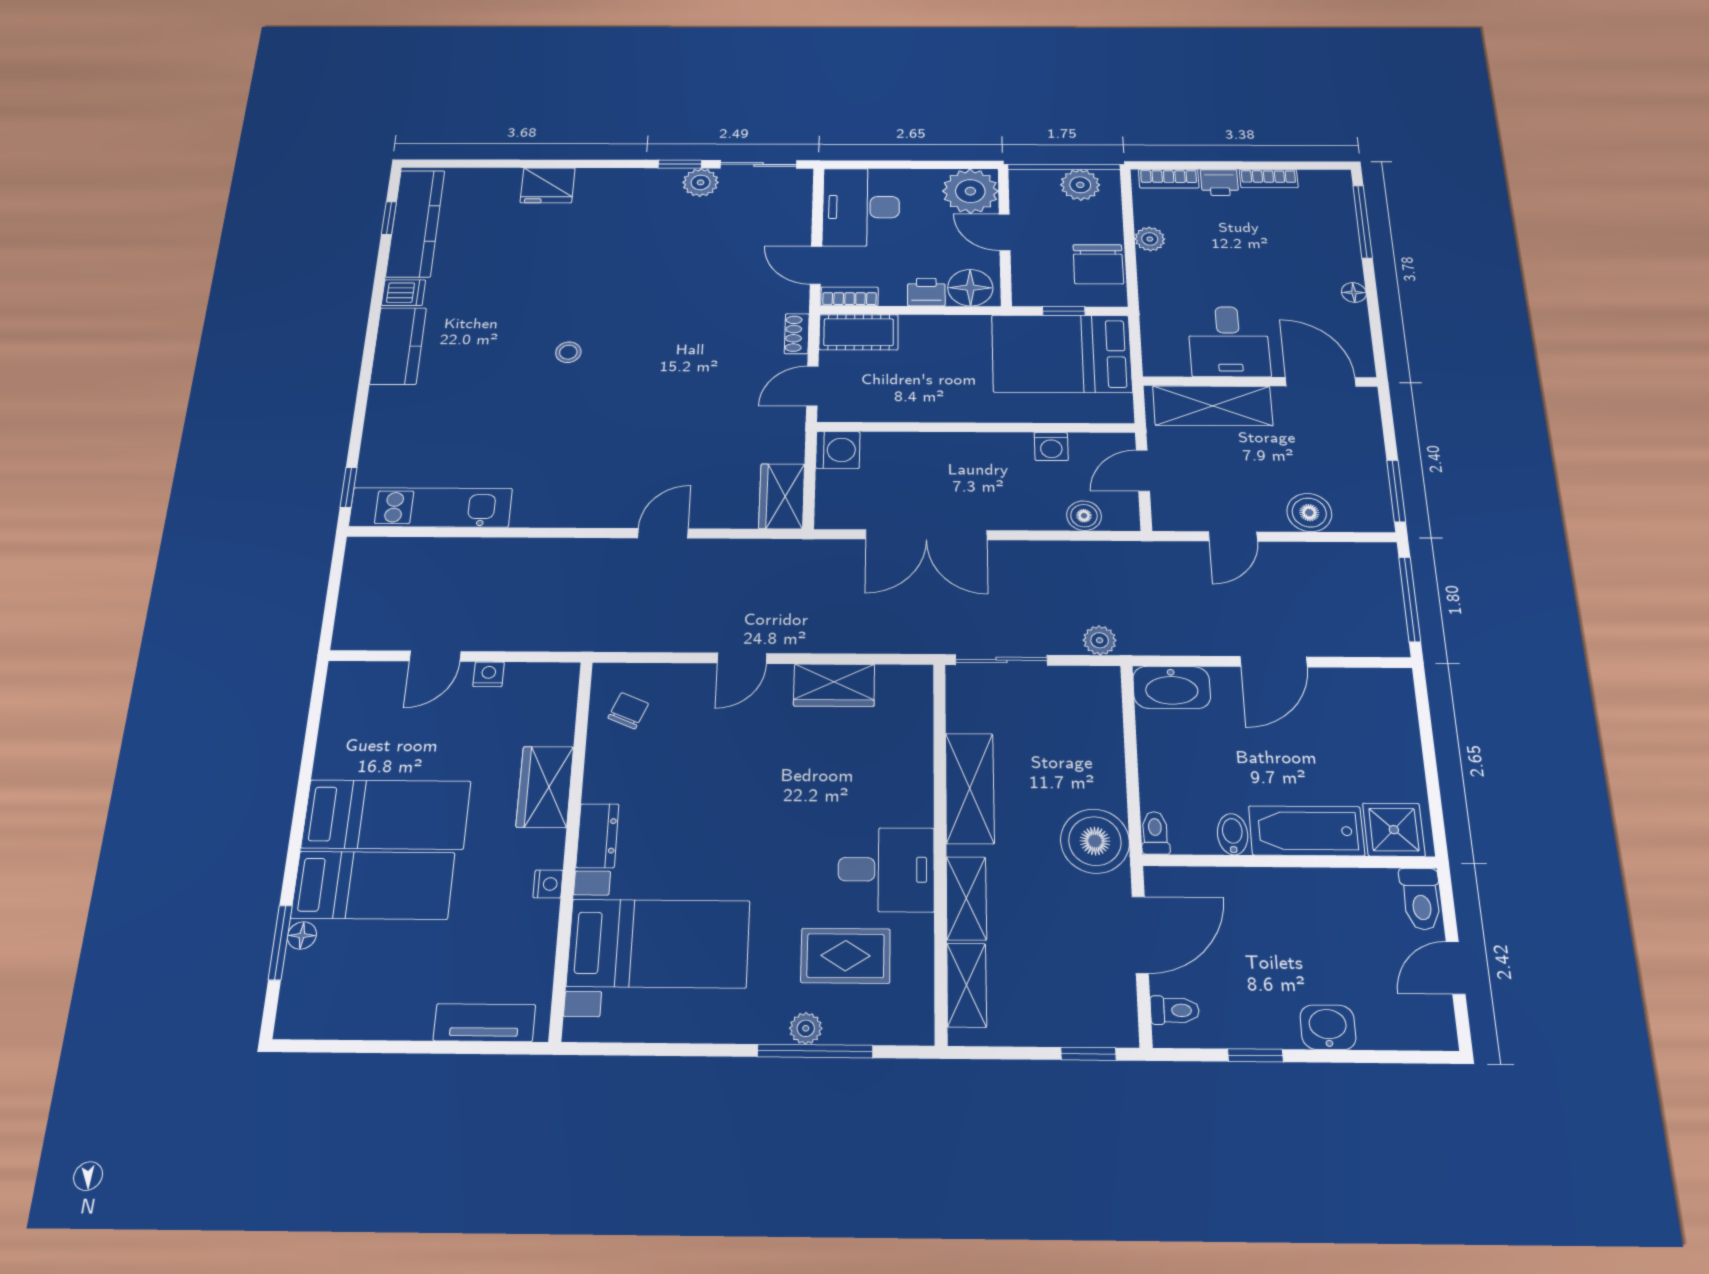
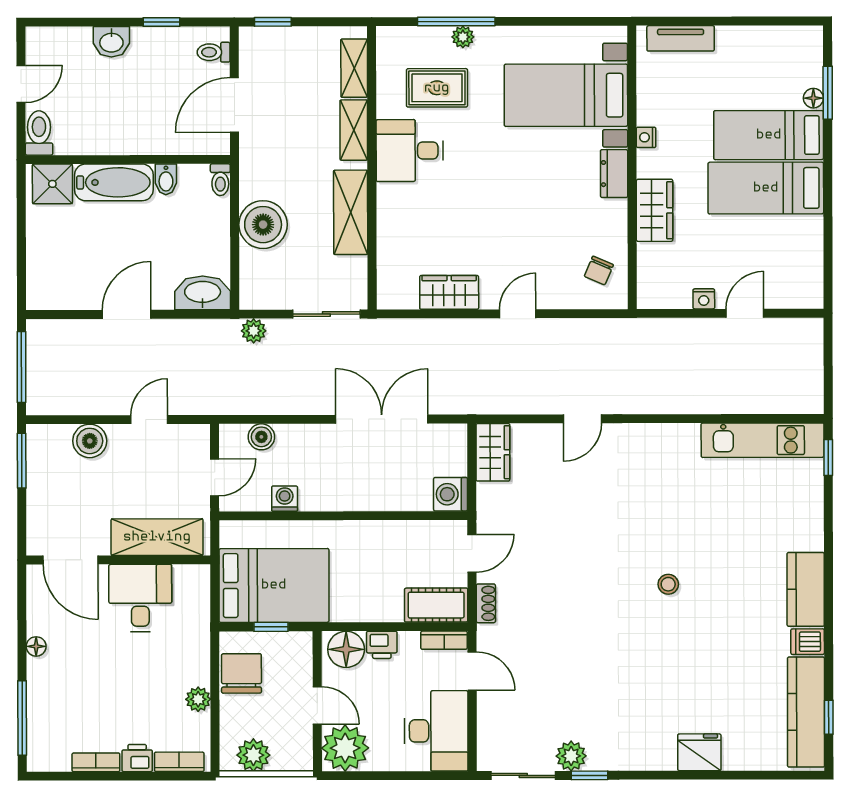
boiler: (1095, 841) -> (263, 225), moved

